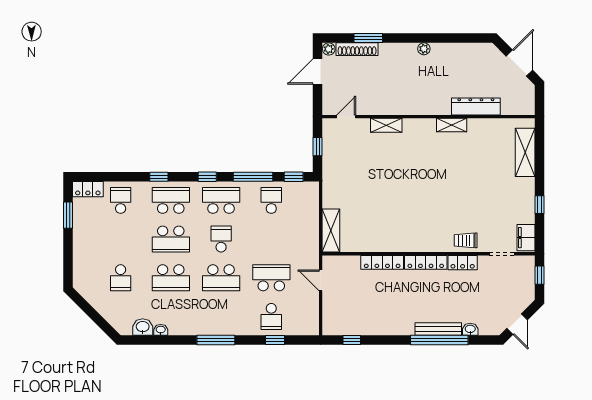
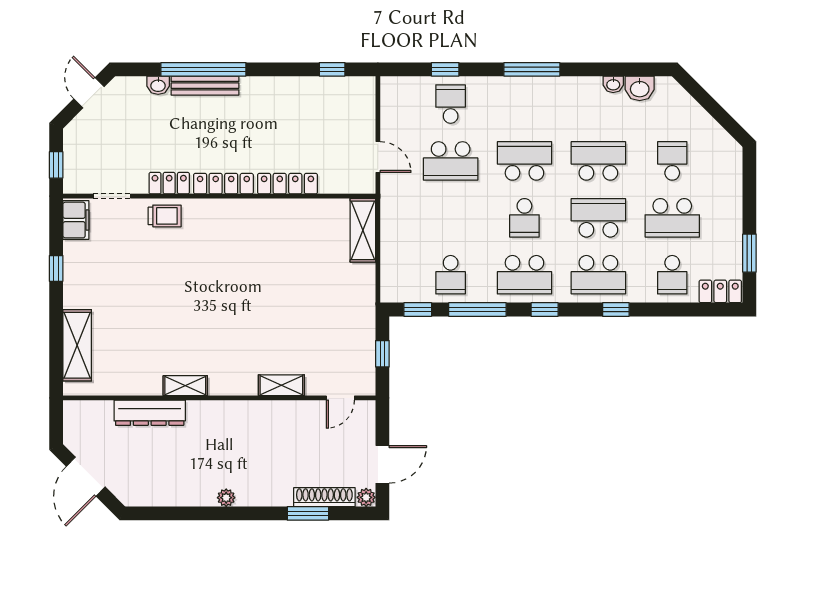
school desk: (121, 239) -> (672, 218), added

